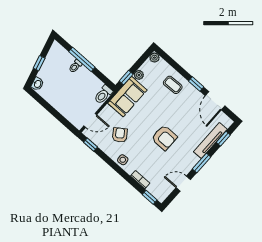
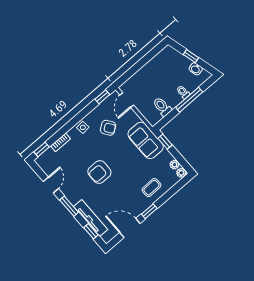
plant: (139, 75) -> (174, 165), moved
washbasin: (37, 84) -> (196, 69), moved
toilet: (103, 95) -> (162, 107), moved

